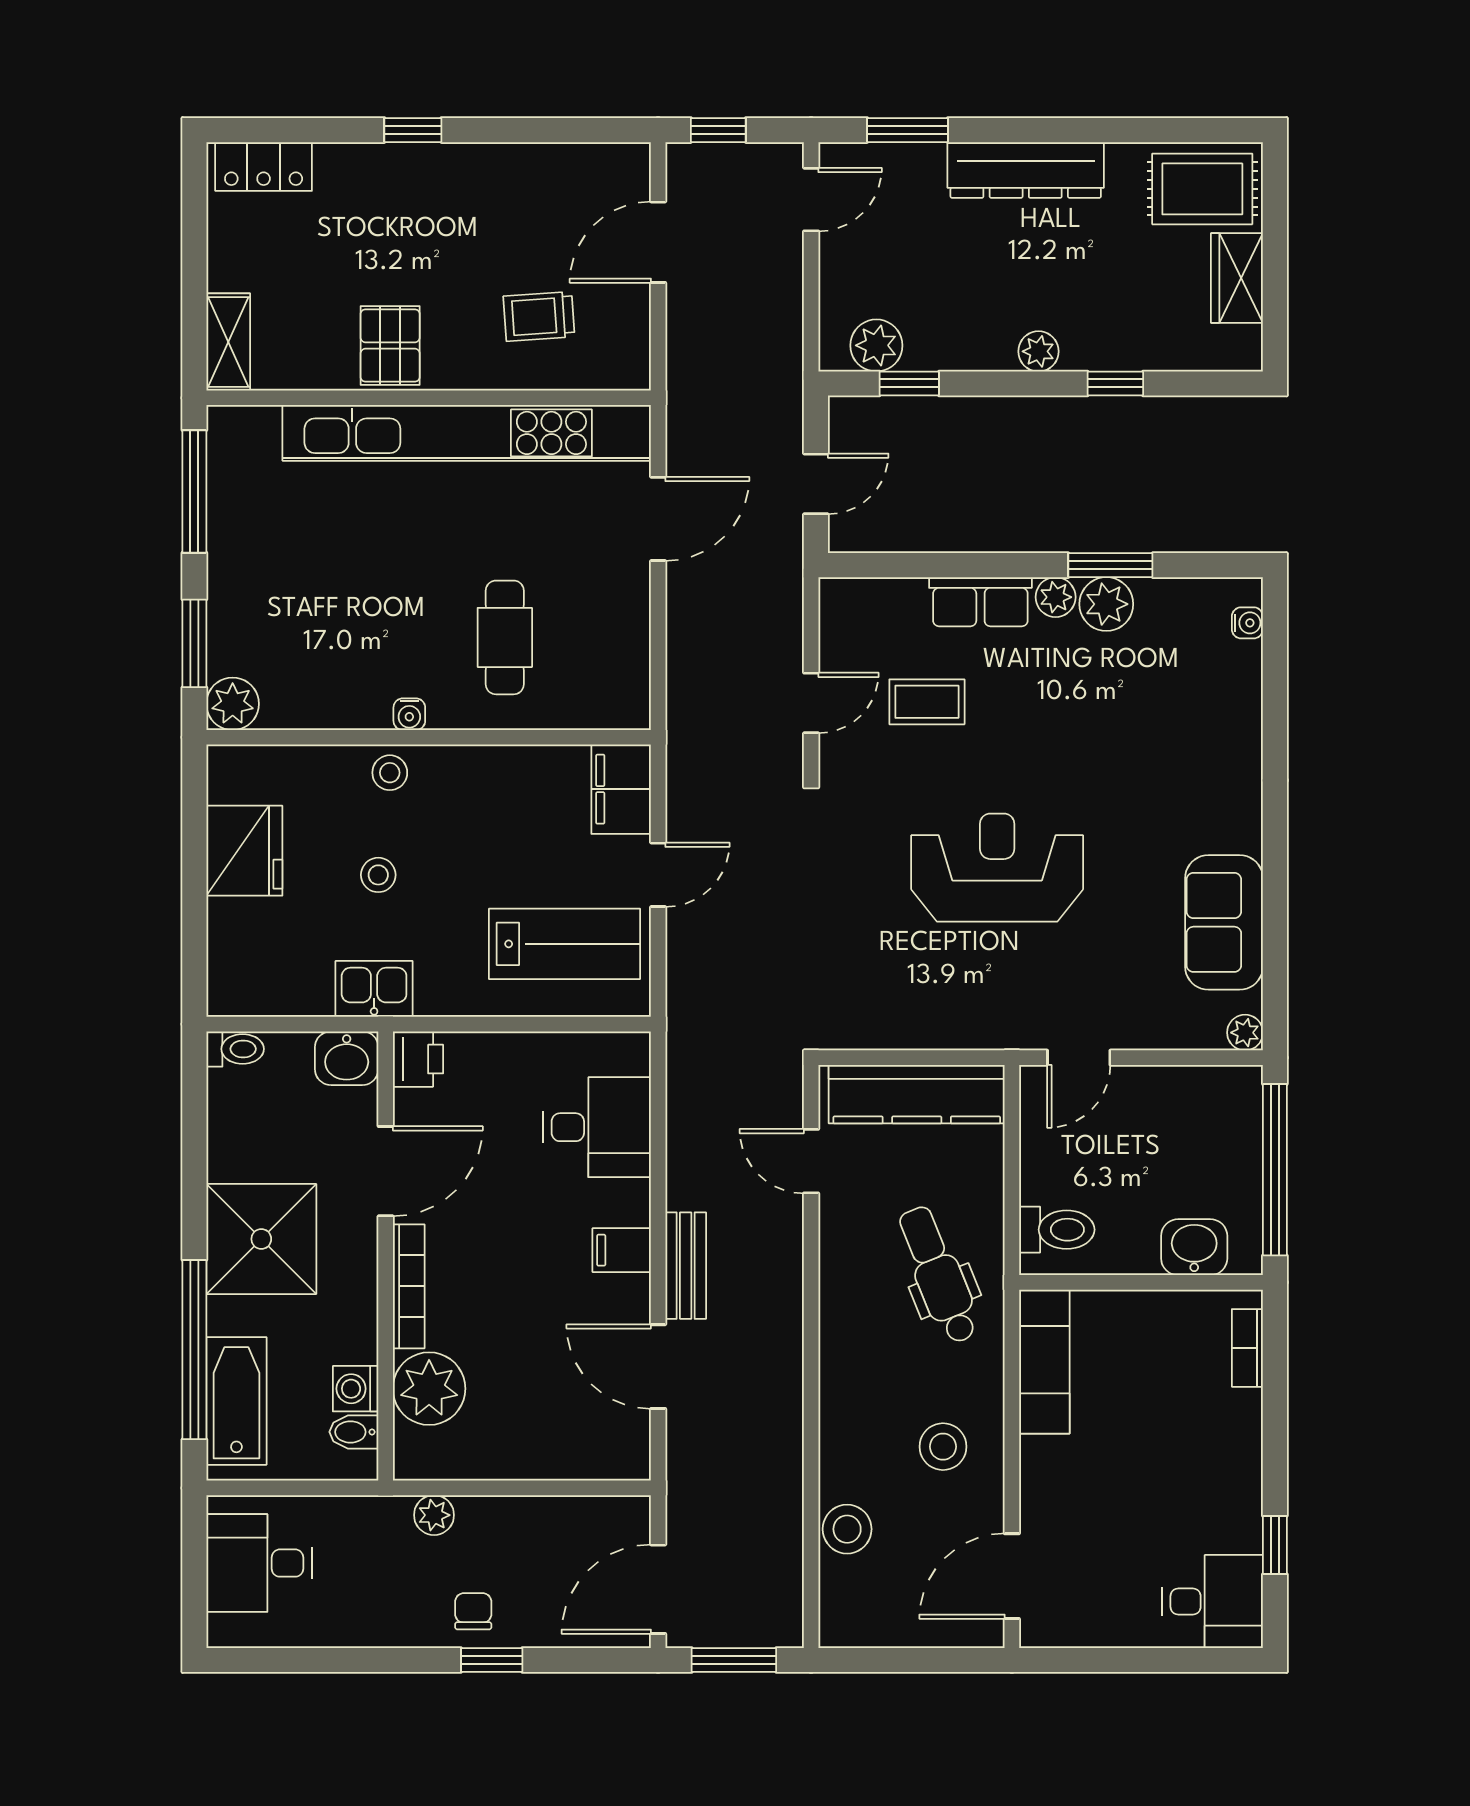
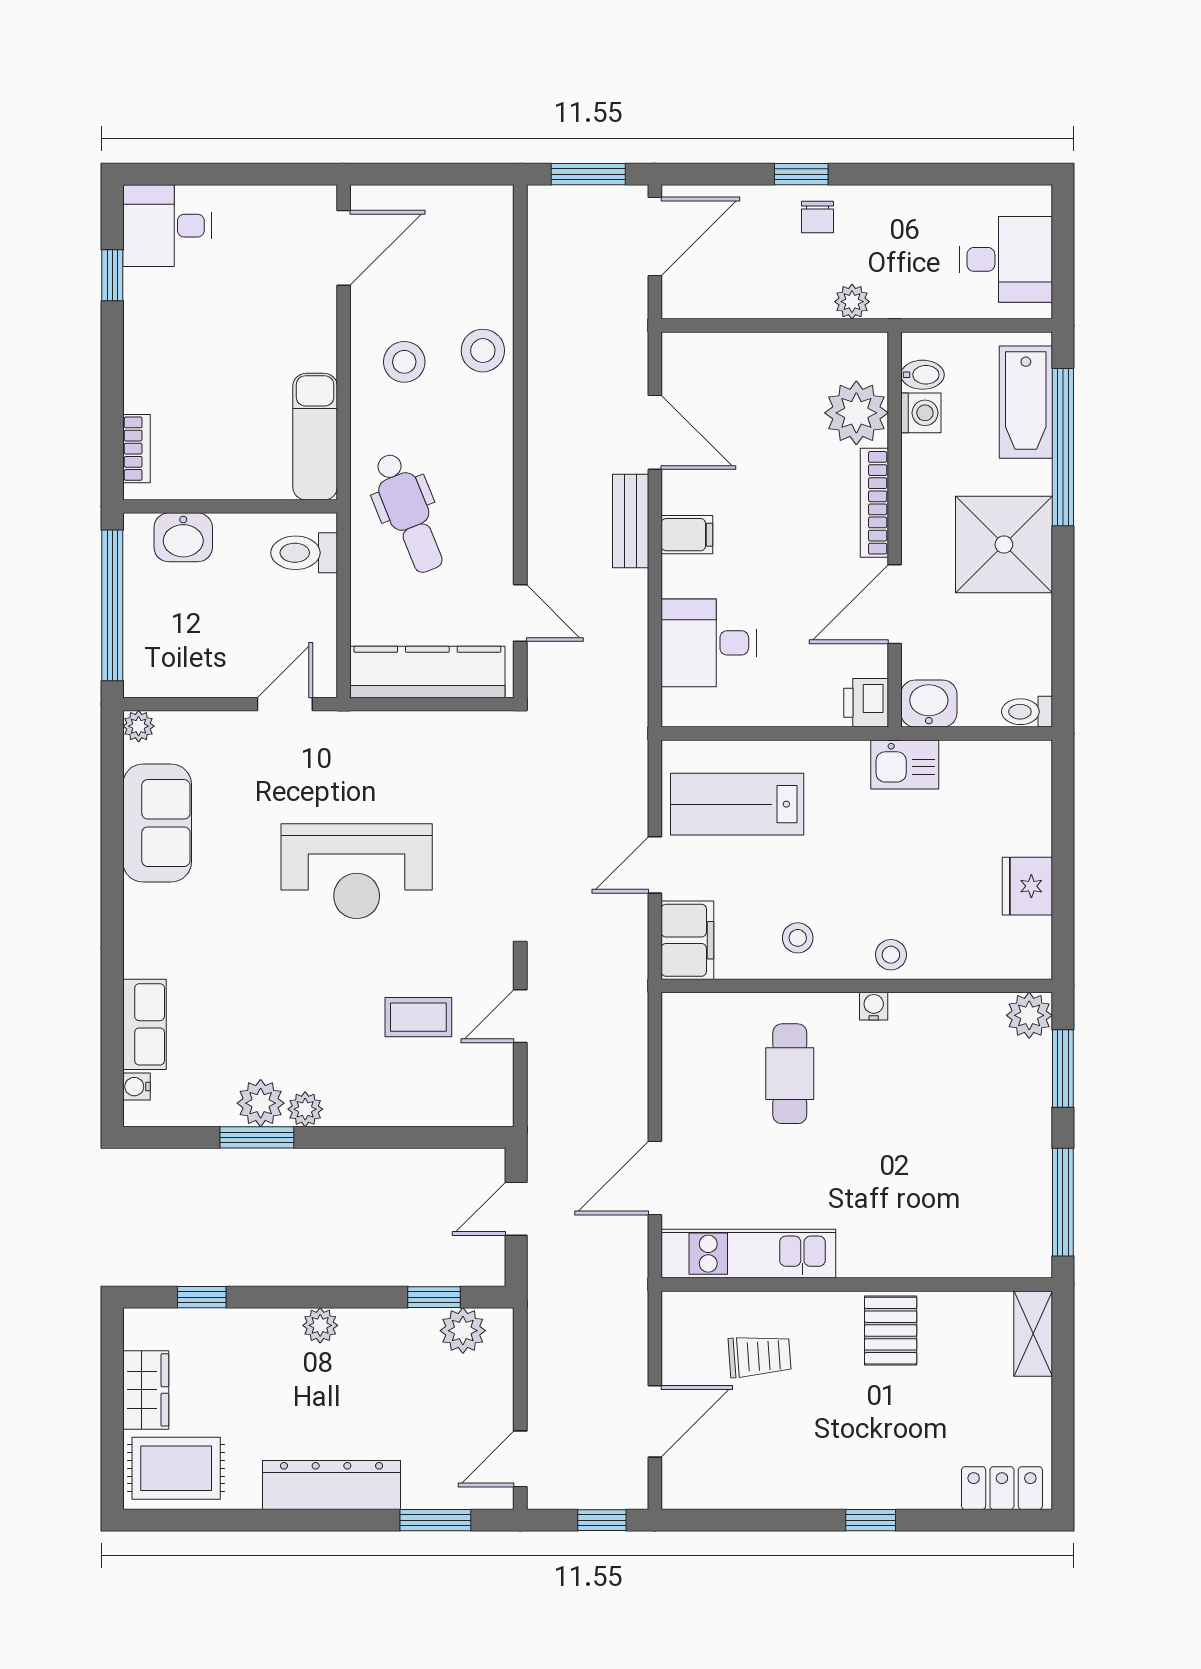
window: (1115, 383) -> (202, 1297), moved
kitchen unit: (467, 433) -> (748, 1254), width x0.54
row of seats: (980, 602) -> (144, 1024), moved, turned 90
fridge: (244, 851) -> (1027, 886), width x0.73, depth x0.75
stool: (378, 875) -> (798, 938), moved
stool: (847, 1529) -> (483, 351), moved

